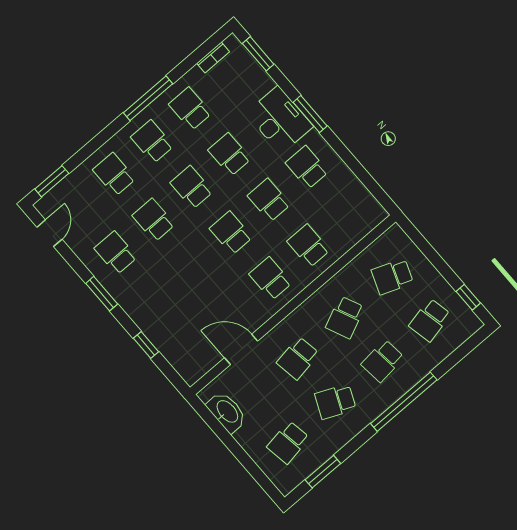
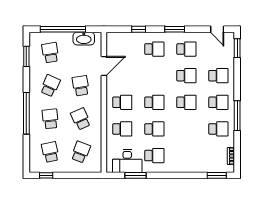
window: (310, 114) -> (136, 175), moved
desk: (280, 120) -> (127, 161), moved
school desk: (229, 154) -> (154, 49), moved
window: (239, 453) -> (63, 29), added

